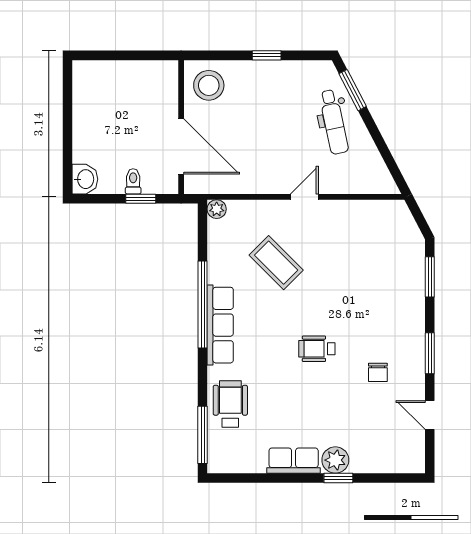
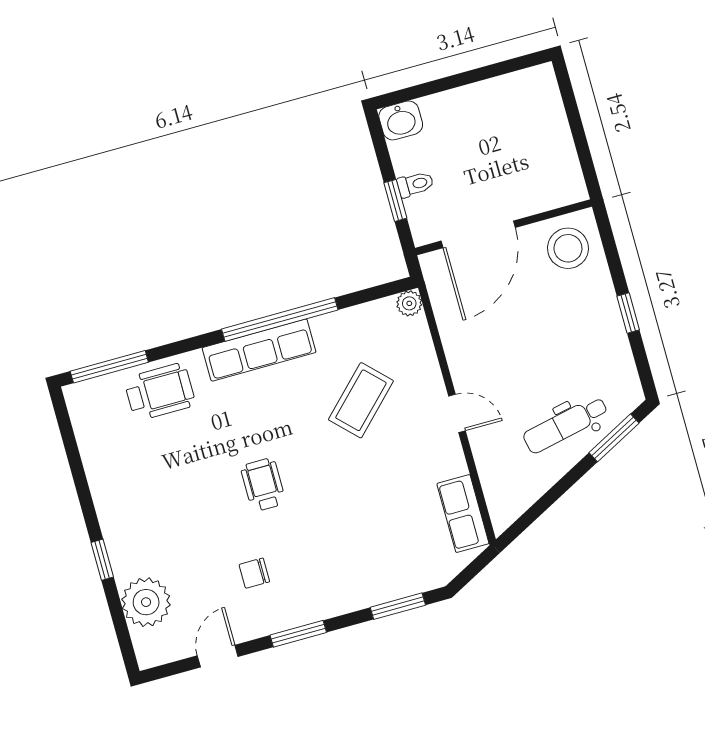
plant: (335, 460) -> (146, 602), moved, width x1.36, depth x1.36
row of seats: (294, 461) -> (463, 514), moved, turned 180

